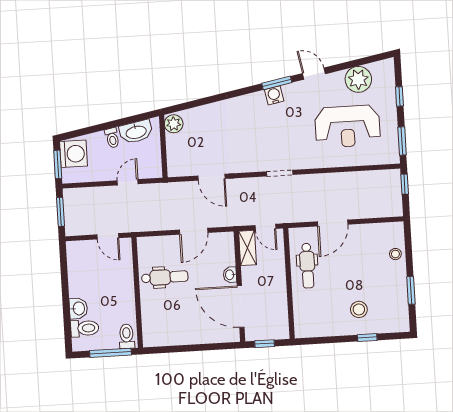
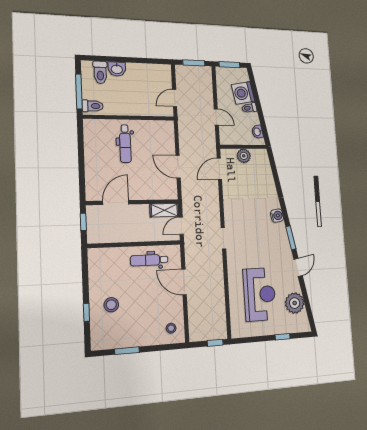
water cooler: (274, 95) -> (277, 216), moved
plant: (174, 124) -> (244, 156), moved
reception desk: (347, 126) -> (260, 294), turned 180
washbasin: (136, 132) -> (257, 132), width x0.52, depth x0.69
window: (402, 141) -> (249, 340), removed
washing machine: (74, 154) -> (243, 93), moved, turned 79
door: (212, 177) -> (219, 169), moved
stool: (395, 254) -> (171, 328), moved
washbasin: (230, 275) -> (143, 195), removed
dental chair: (165, 277) -> (125, 144), moved
door: (241, 307) -> (116, 203), width x0.73

